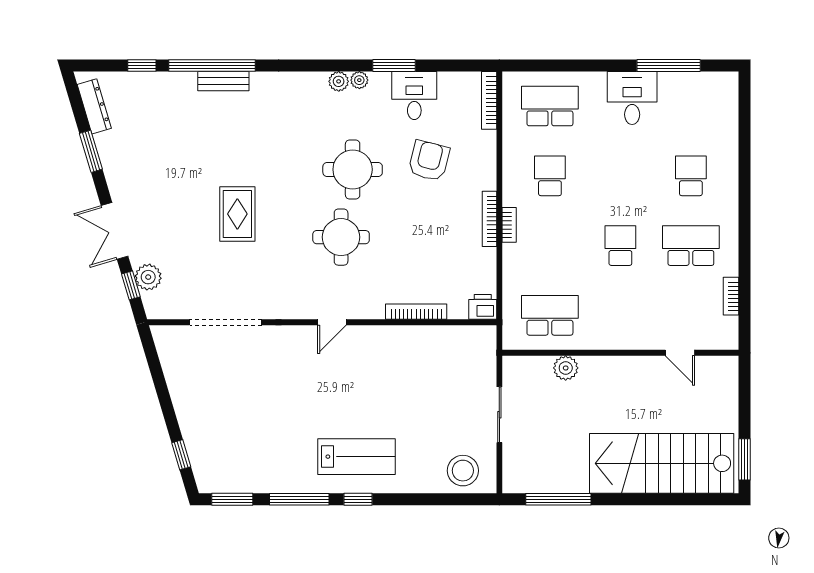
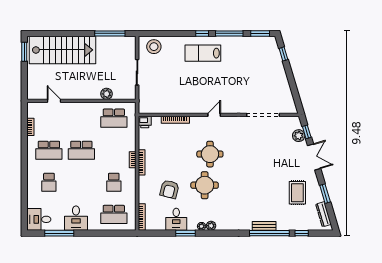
desk: (713, 95) -> (39, 219), added
rug: (237, 214) -> (297, 193), moved
school desk: (620, 246) -> (81, 150), width x1.85

